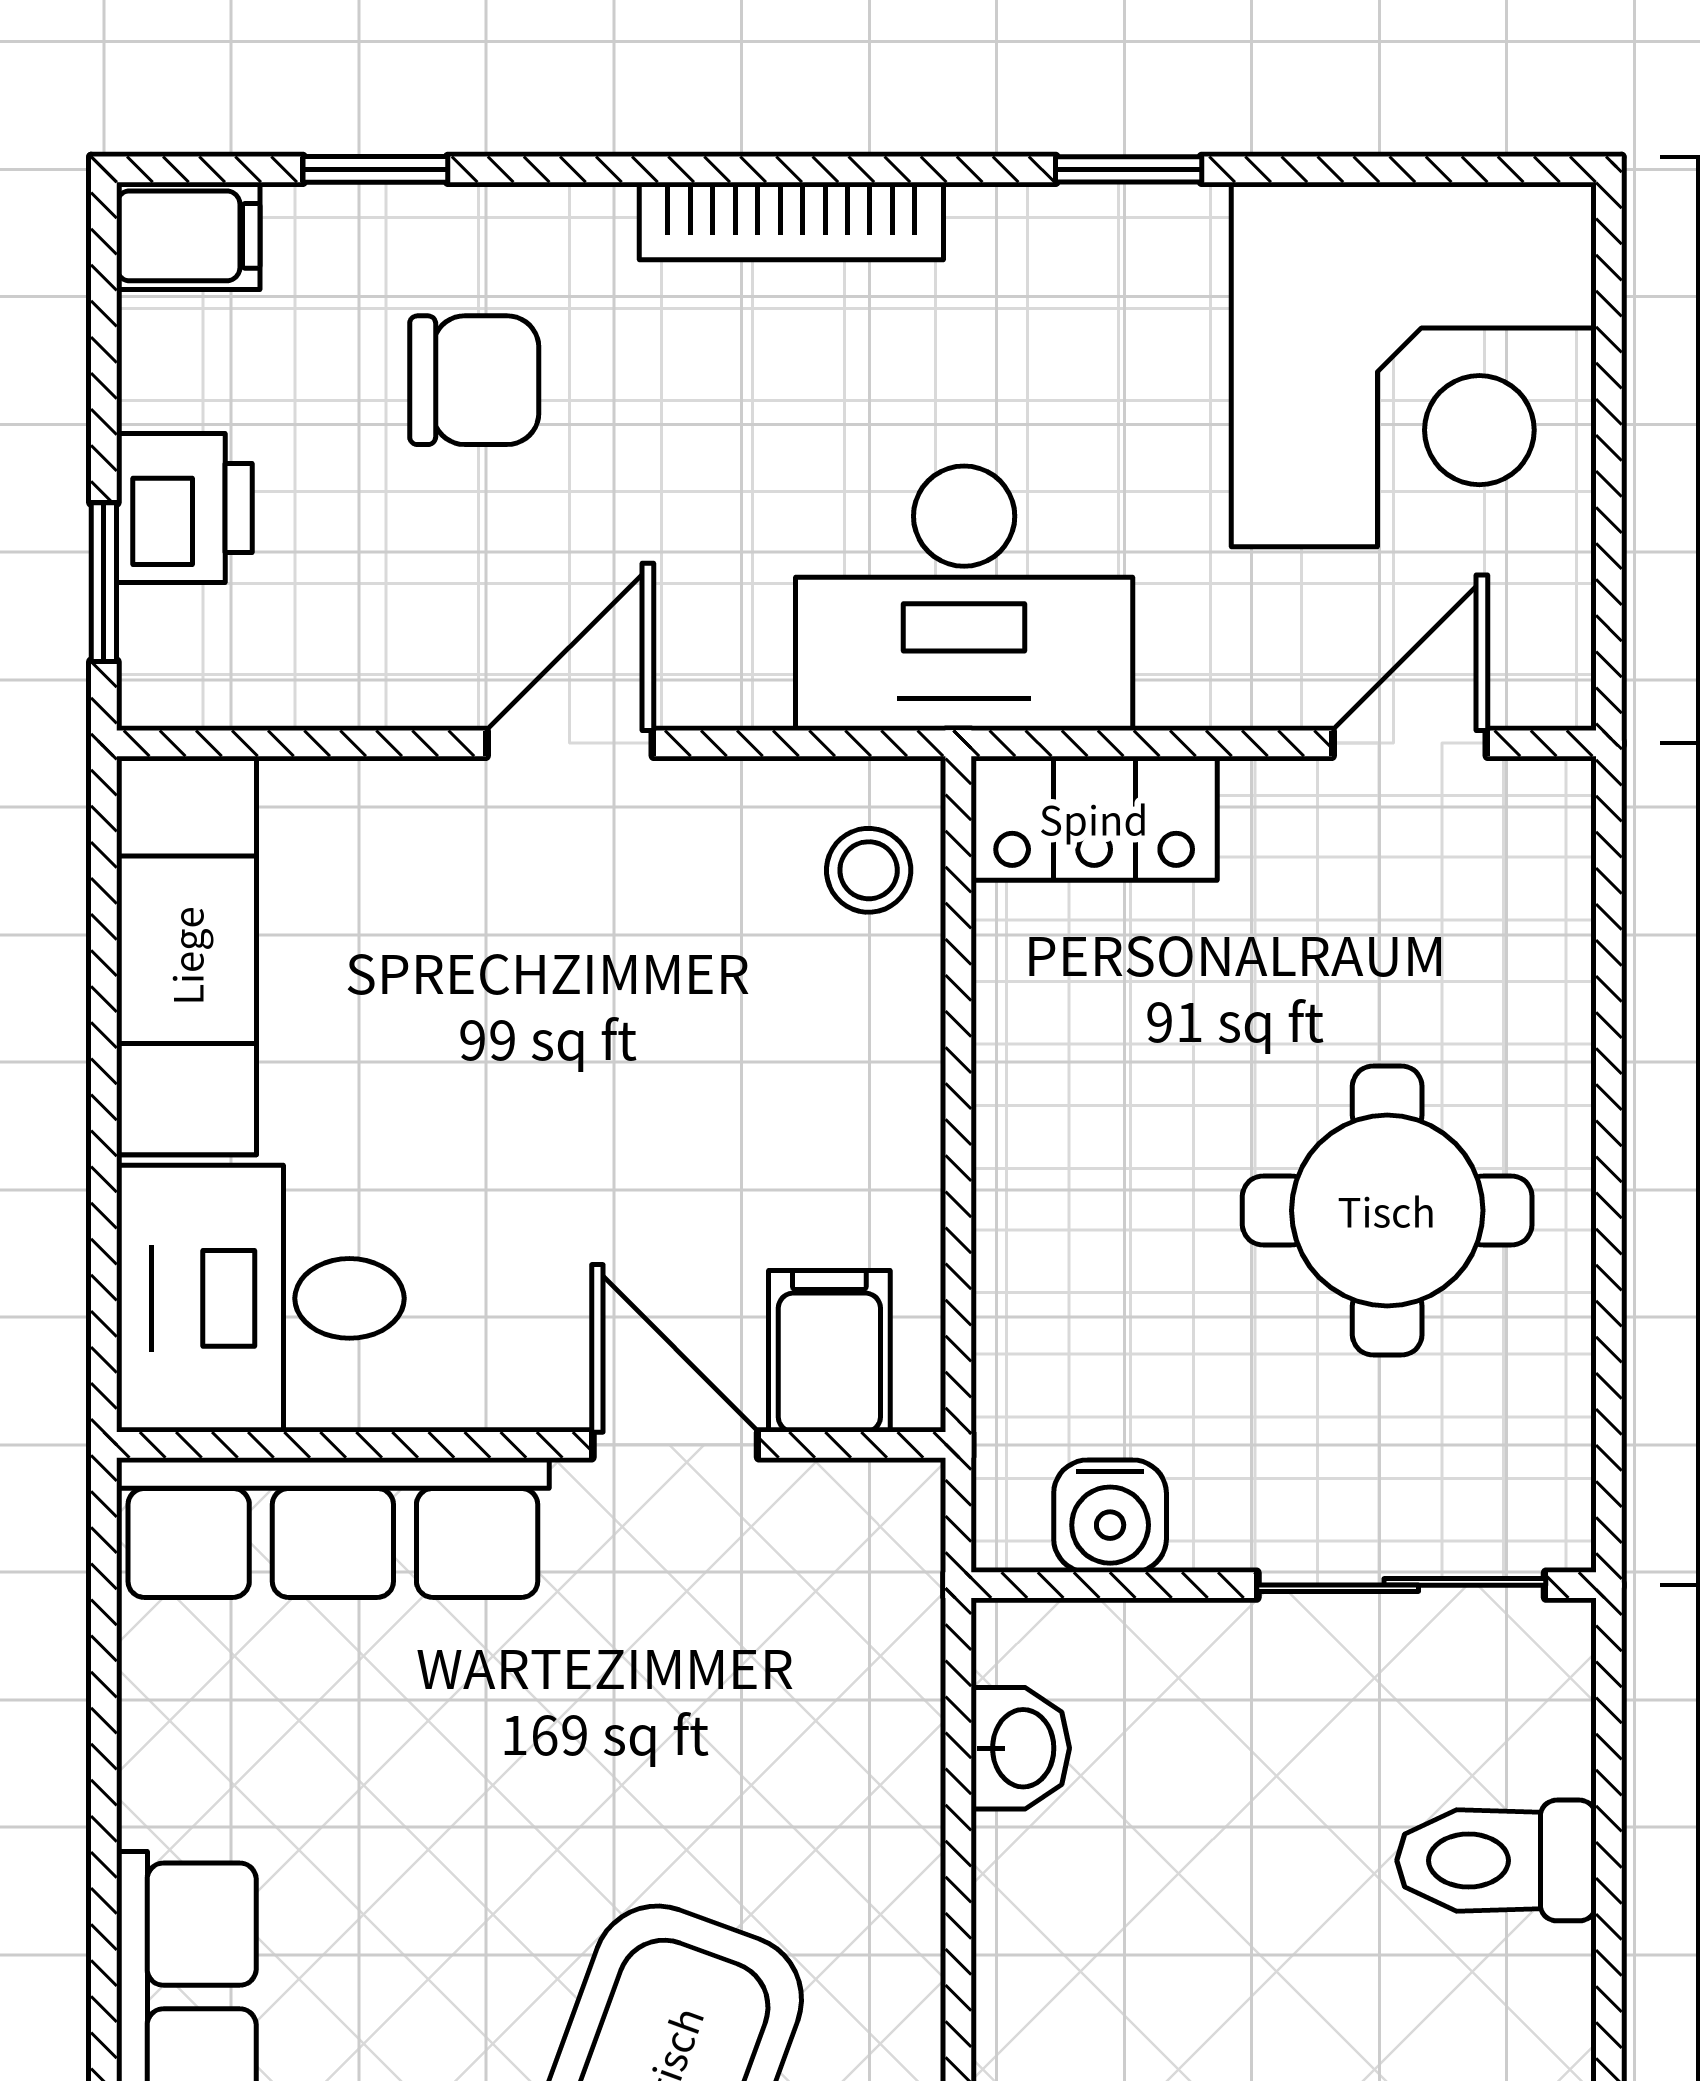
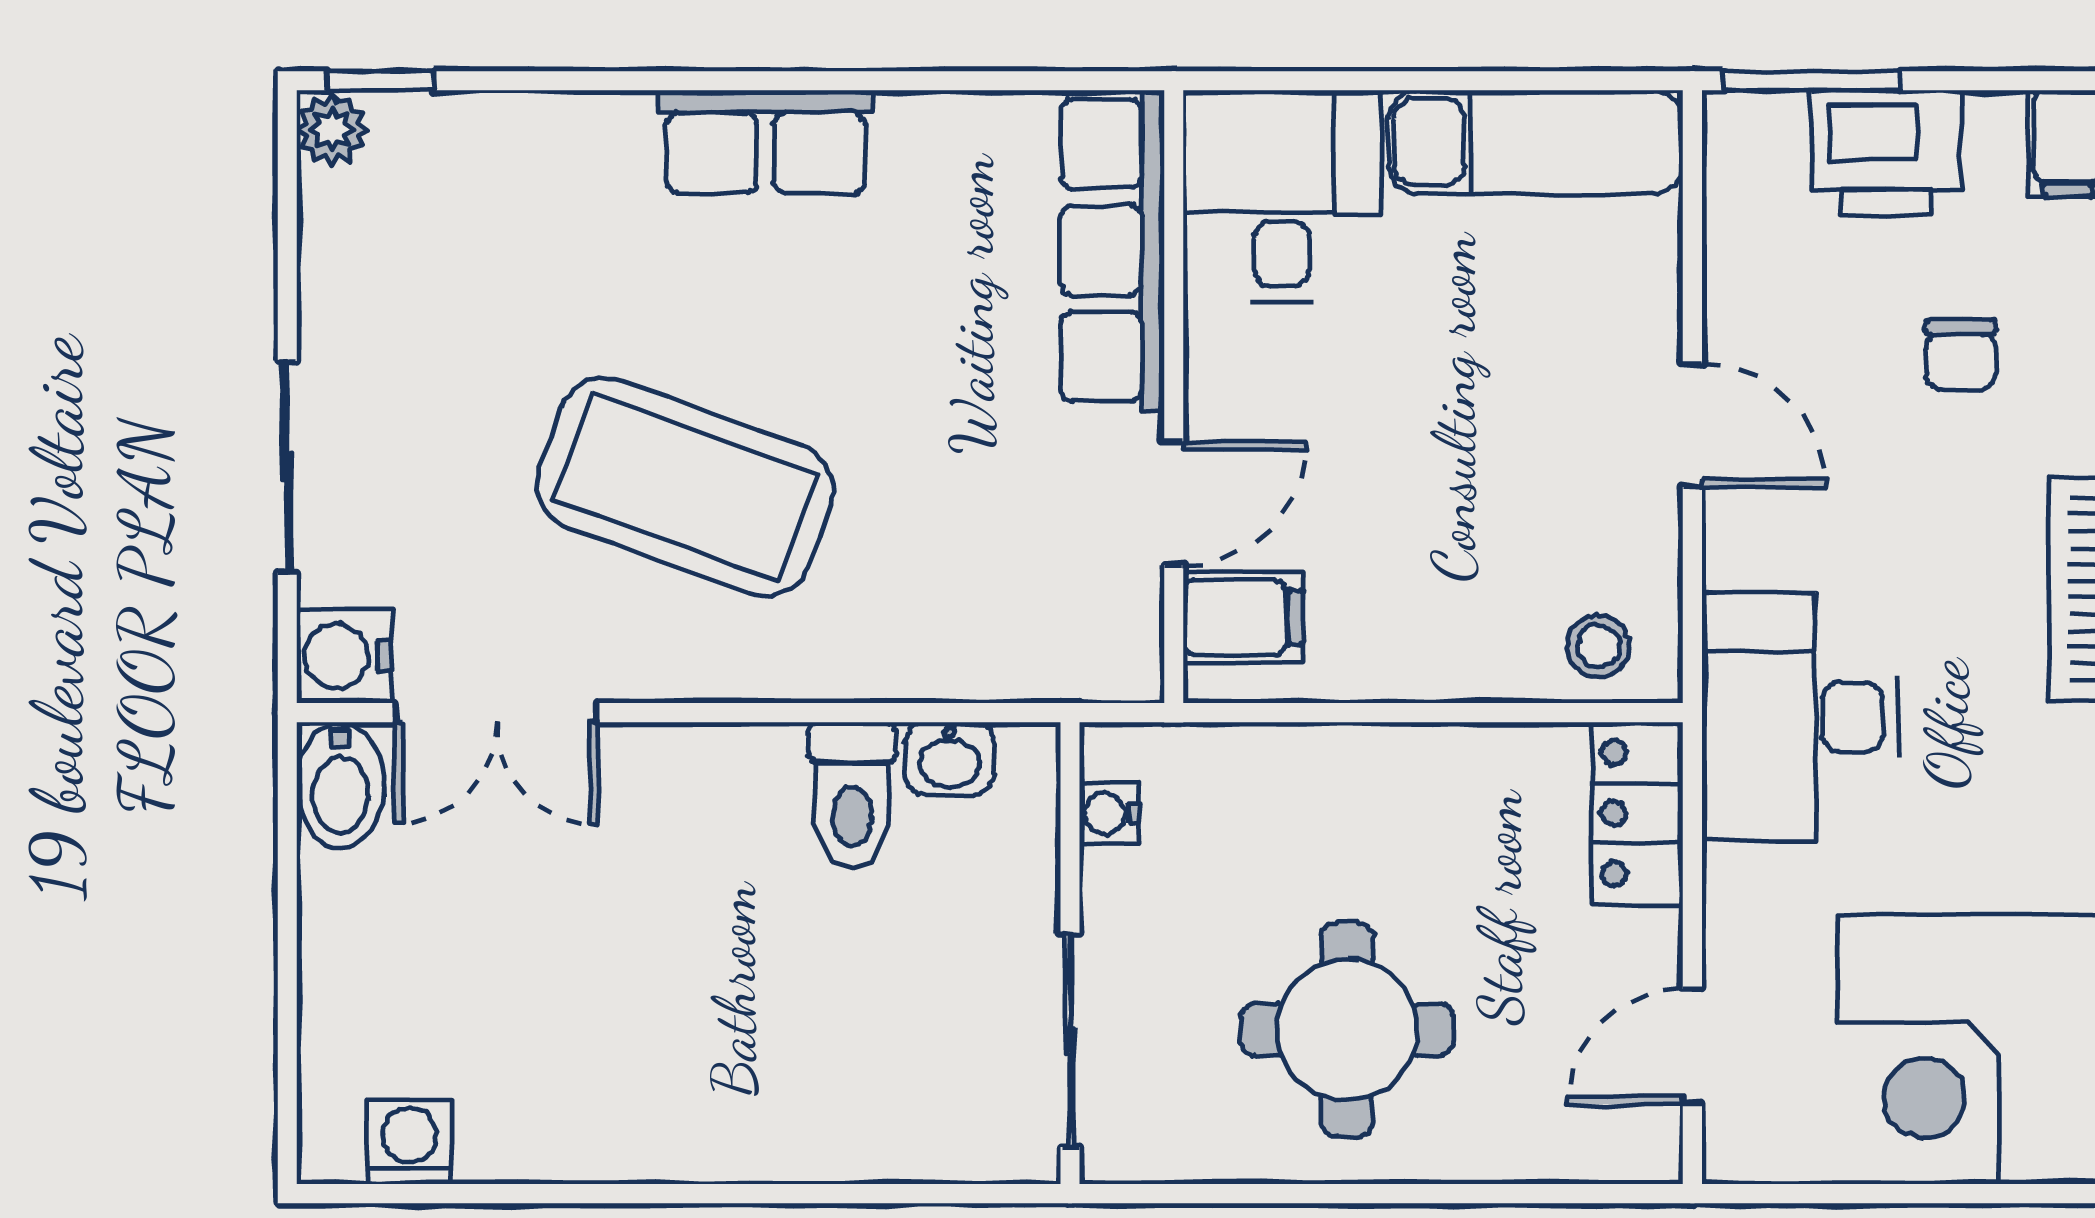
chair: (474, 380) -> (1961, 355), width x0.73, depth x0.73
printer: (184, 508) -> (1886, 152), width x1.36, depth x1.24
window: (104, 582) -> (1812, 81), width x1.50
door: (1410, 743) -> (1692, 1046), swing flipped
water cooler: (1110, 1516) -> (1109, 813), width x0.72, depth x0.72
toilet: (1496, 1860) -> (852, 796), moved, turned 180

